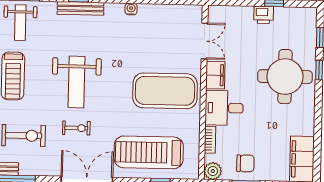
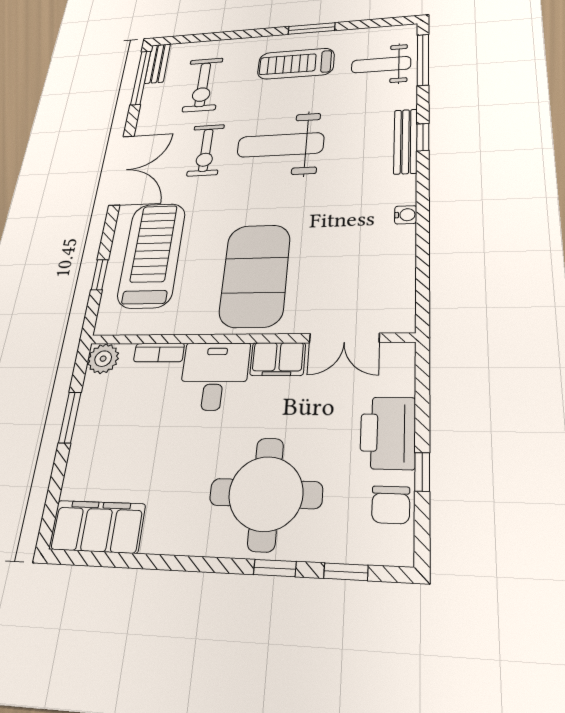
printer: (264, 15) -> (388, 433), width x1.87, depth x1.48
exercise bike: (76, 128) -> (206, 150), width x1.38, depth x1.39
chair: (245, 163) -> (391, 505), moved

